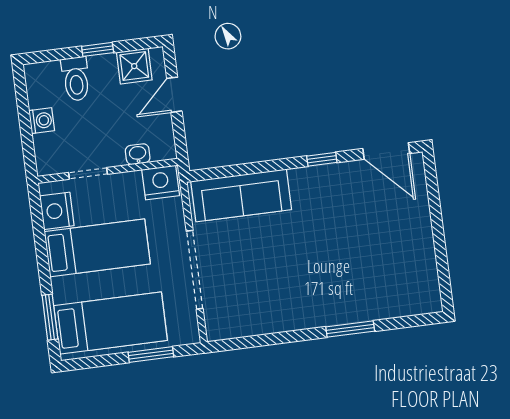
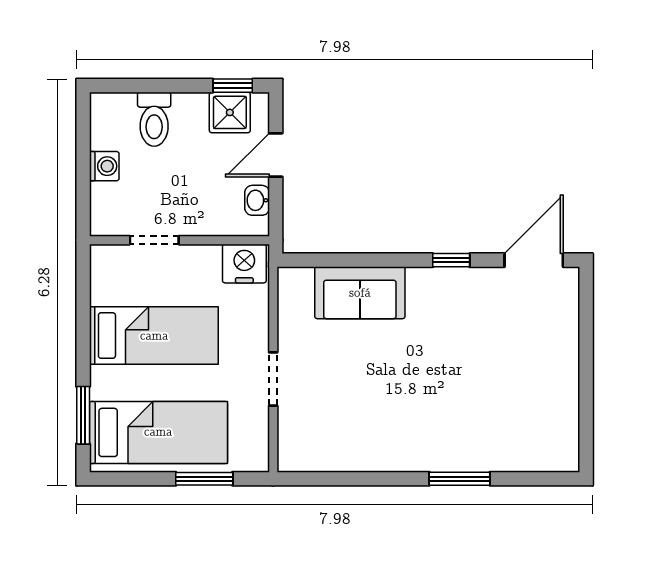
window: (98, 49) -> (233, 86), moved
door: (386, 151) -> (534, 260), swing flipped
washbasin: (138, 154) -> (257, 200), moved, turned -90
sofa: (241, 195) -> (360, 293), width x0.73
nightstand: (57, 211) -> (109, 282), removed
doorway: (195, 270) -> (273, 379), width x0.53

